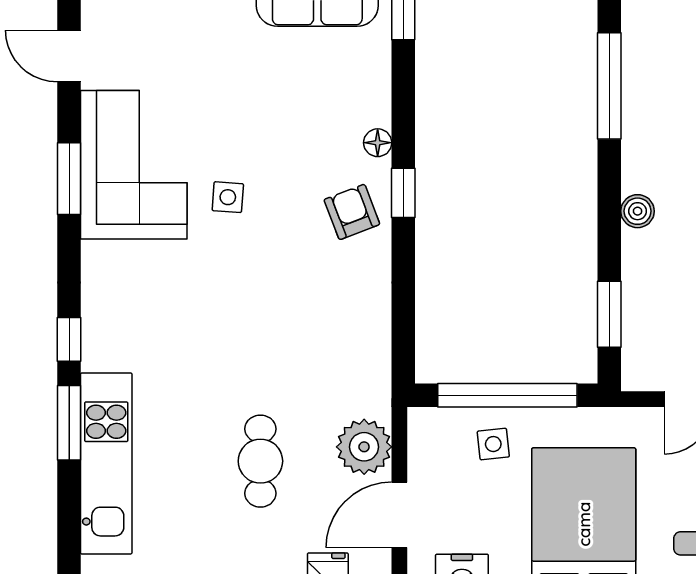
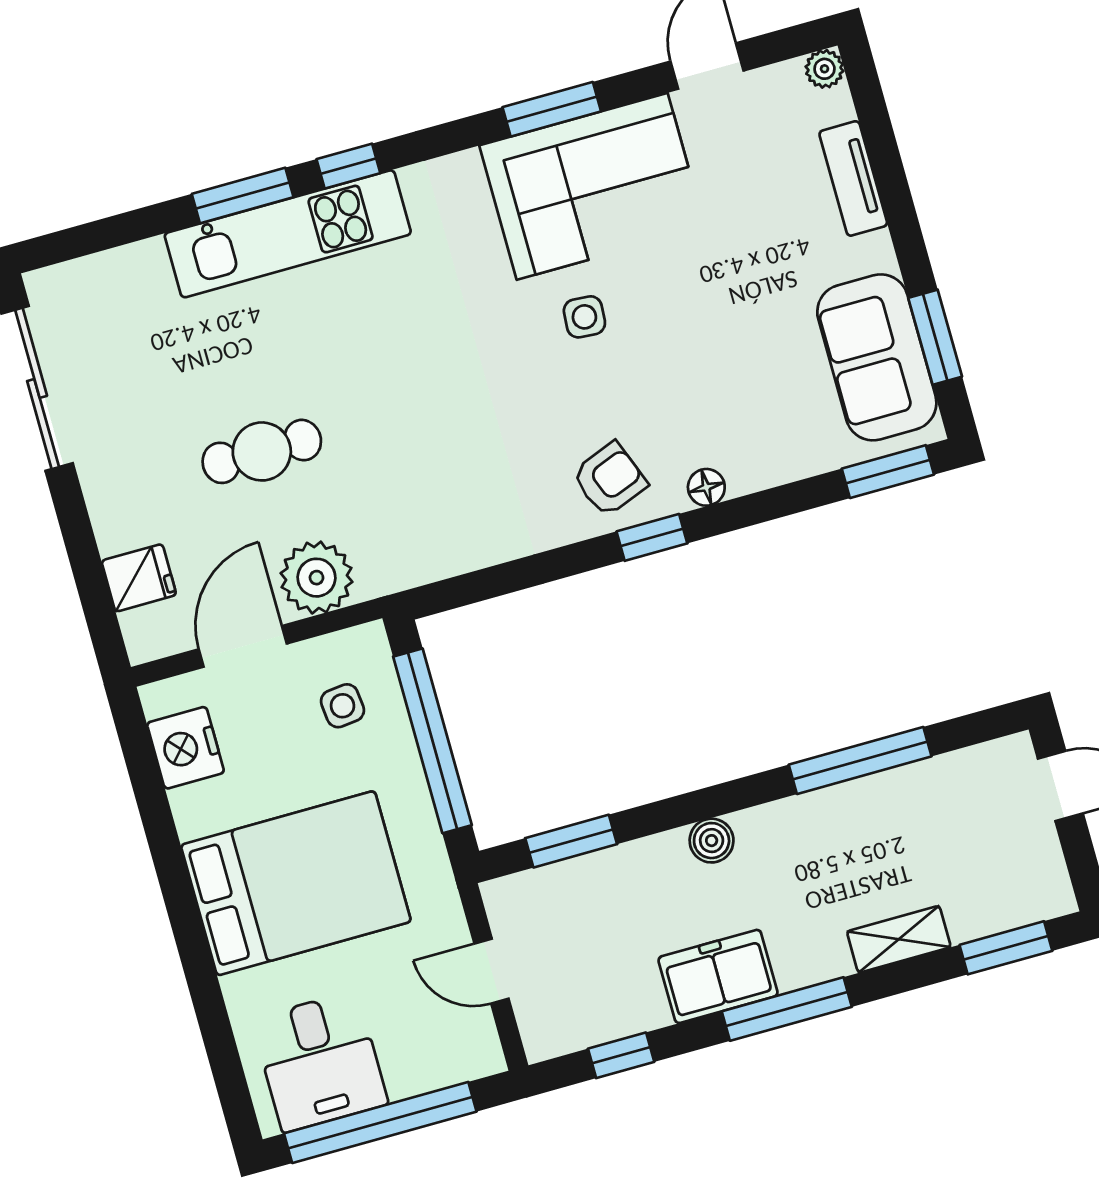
side table: (493, 444) -> (342, 706), moved
kitchen unit: (106, 463) -> (288, 234), moved
door: (399, 515) -> (243, 646), hinge flipped

